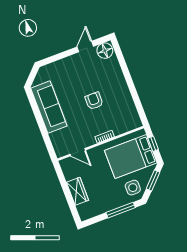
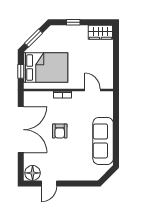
double door: (132, 88) -> (21, 130), added
side table: (133, 188) -> (54, 39), removed
wardrobe: (77, 191) -> (100, 32), moved, turned -90
window: (121, 210) -> (73, 22), width x0.46

